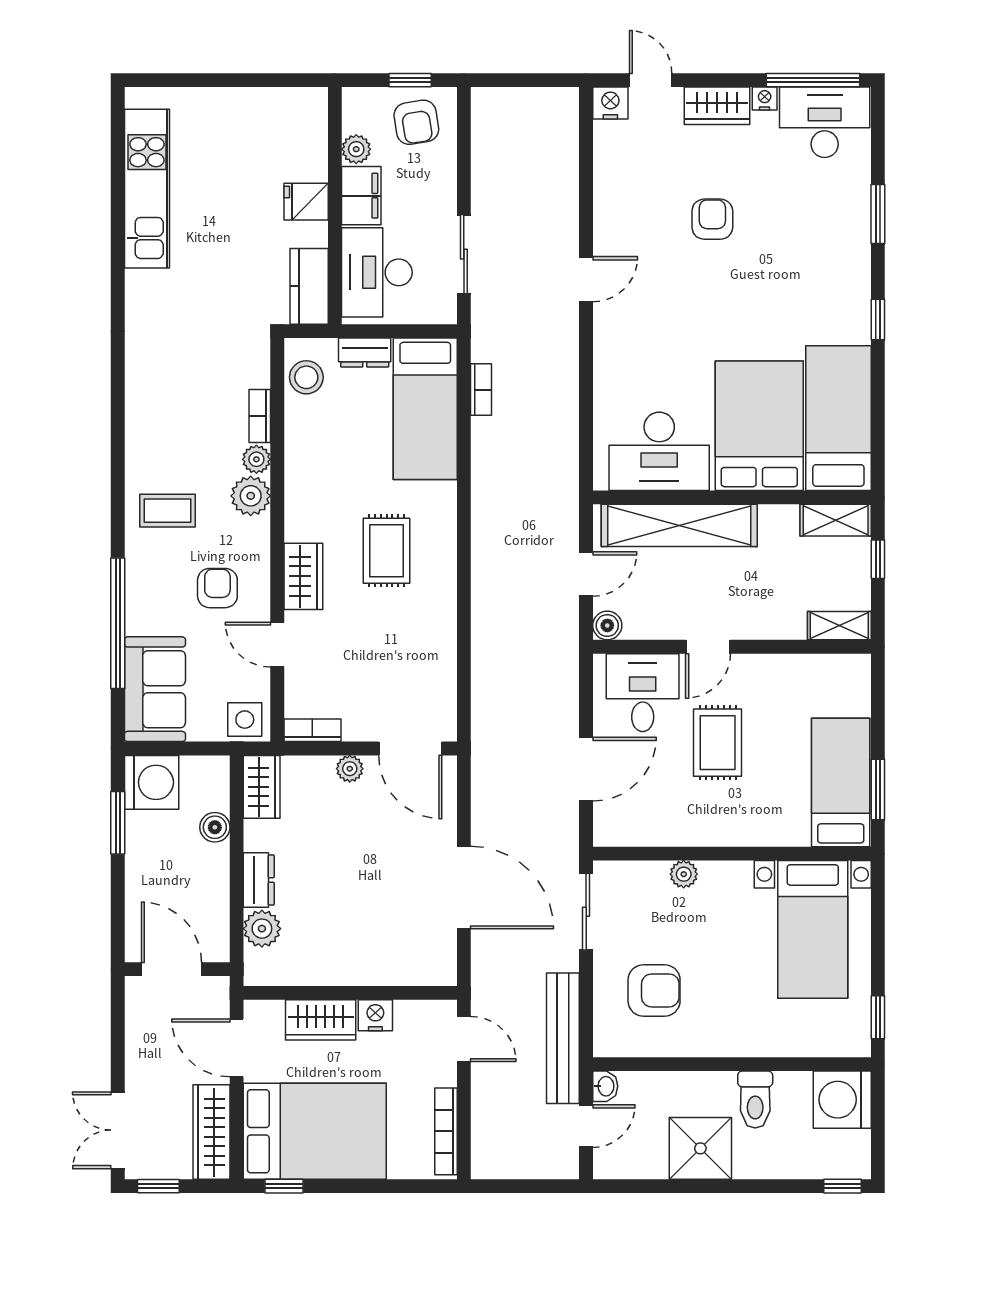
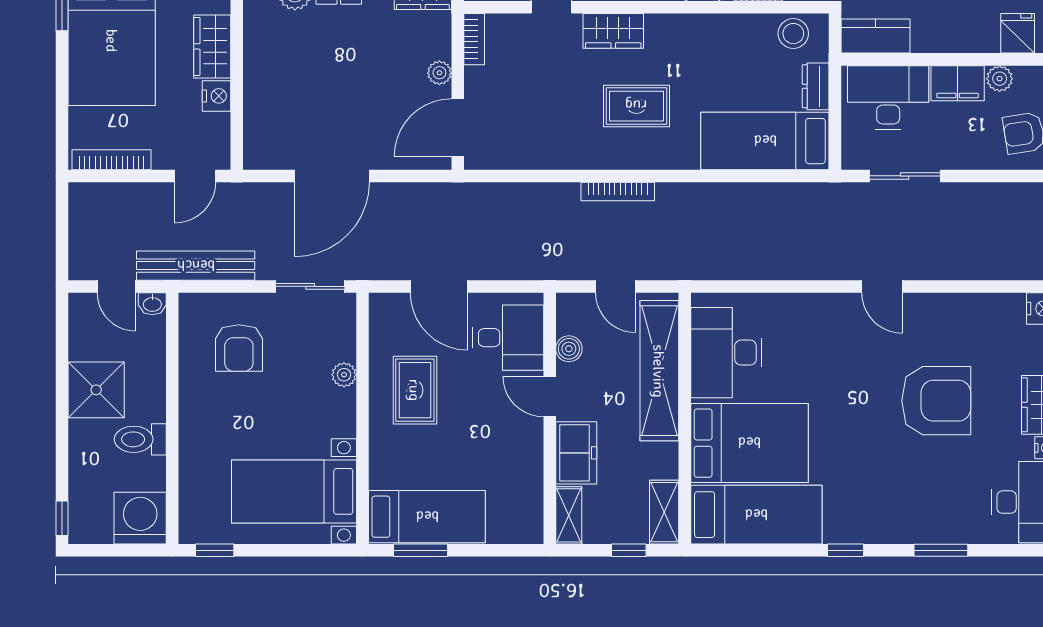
fridge: (306, 202) -> (1018, 33), moved
armchair: (712, 219) -> (936, 401), width x1.88, depth x1.88
bookcase: (481, 390) -> (618, 191), moved, width x1.56
freezer: (770, 617) -> (576, 453), added
boiler: (607, 625) -> (569, 349), moved
rug: (718, 743) -> (415, 390), moved, turned 90

